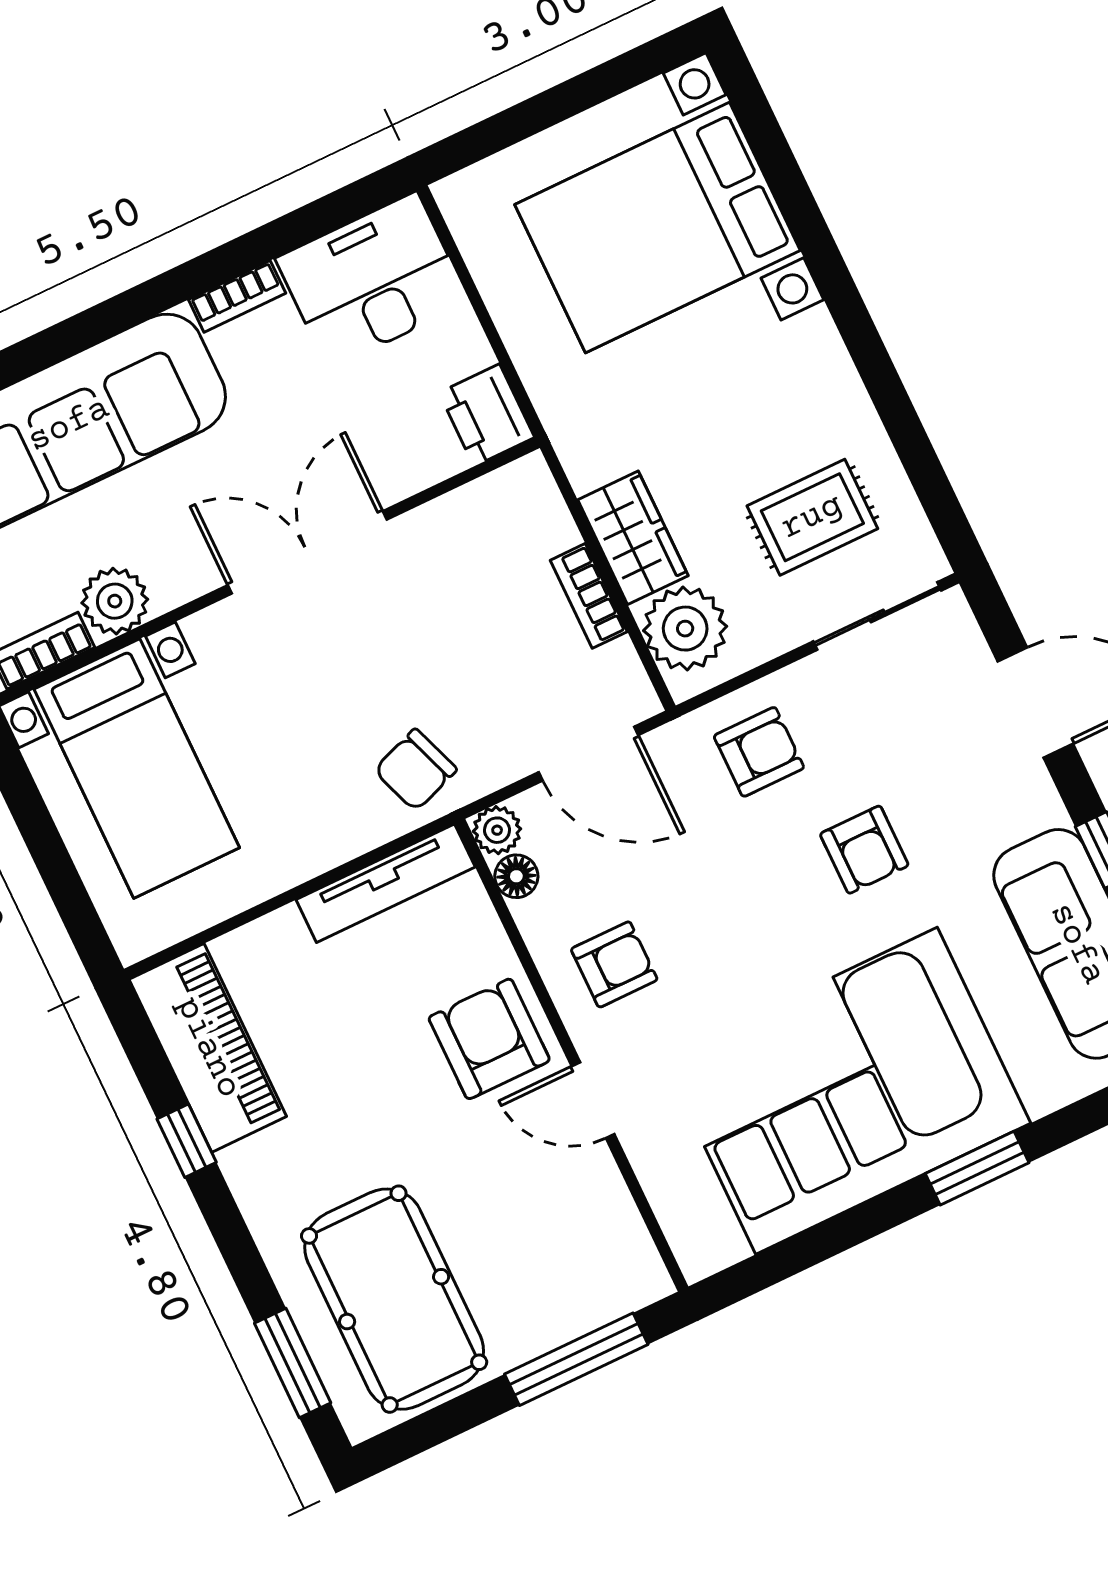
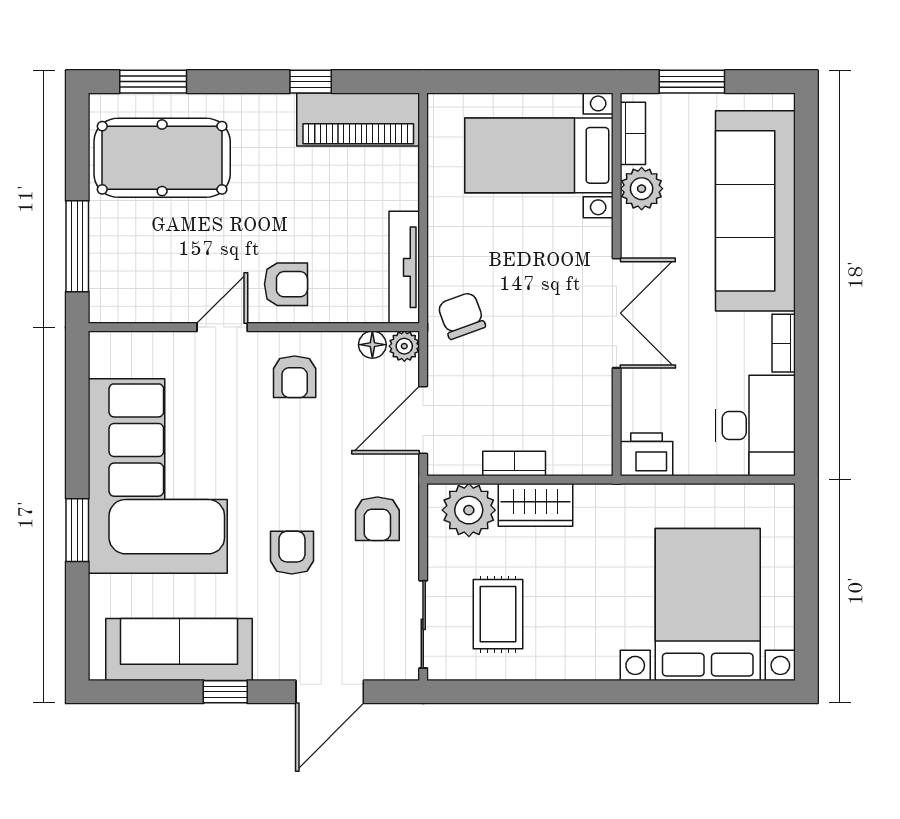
armchair: (864, 850) -> (292, 553), turned 90
armchair: (489, 1039) -> (286, 284), width x0.72, depth x0.72

